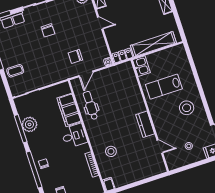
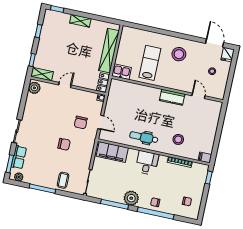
chair: (48, 30) -> (64, 144), moved
lab bench: (164, 87) -> (150, 63), turned 180
dental chair: (90, 105) -> (144, 137), moved
filing cabinet: (69, 110) -> (112, 152), moved
plant: (29, 124) -> (131, 198), moved
door: (160, 147) -> (198, 96), hinge flipped

